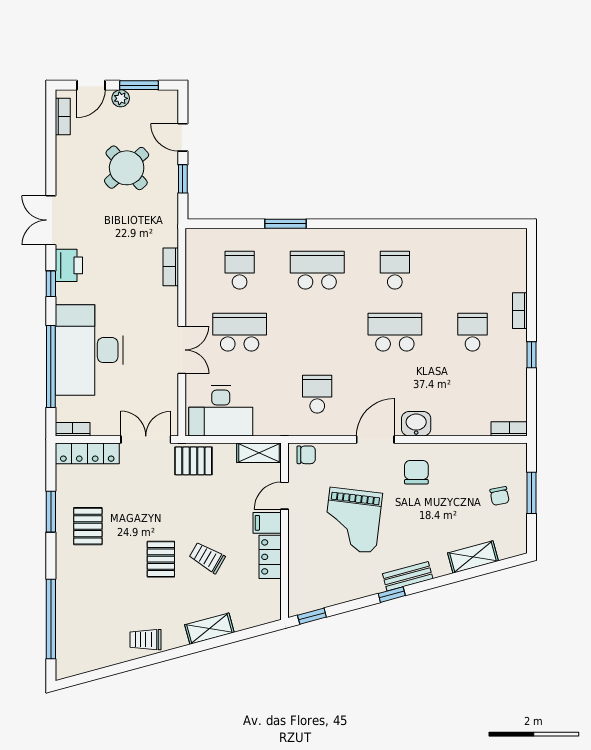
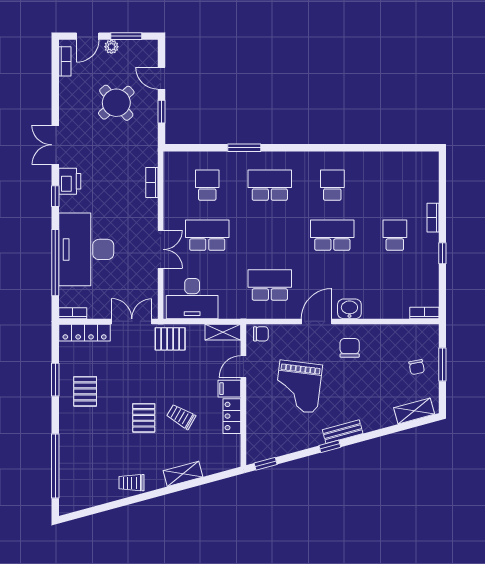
school desk: (317, 394) -> (270, 285), width x1.85
shelving: (473, 557) -> (414, 411), moved

